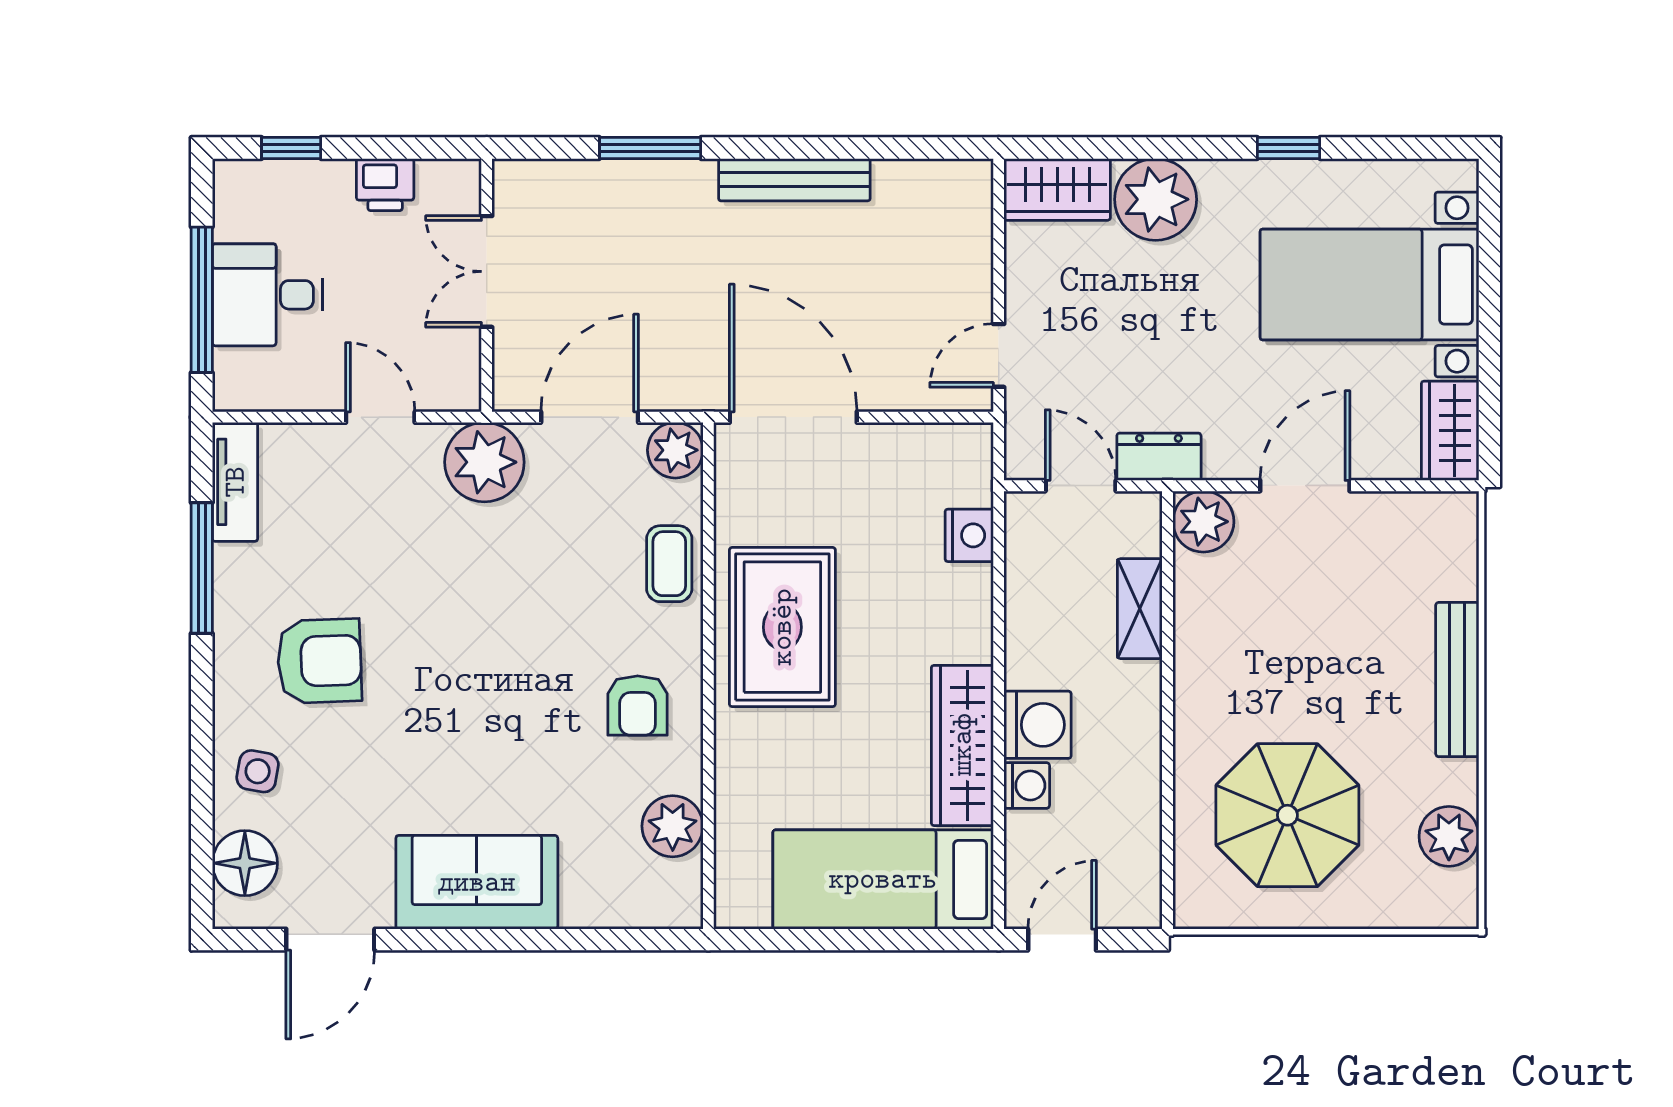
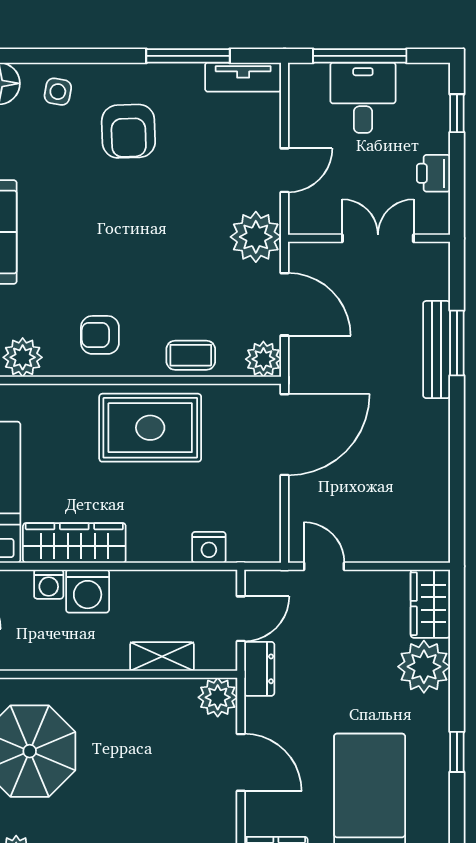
bench: (794, 180) -> (437, 350), moved

